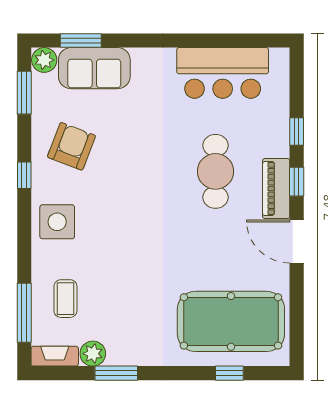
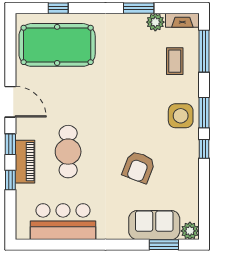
window: (24, 93) -> (204, 113), moved
armchair: (71, 146) -> (139, 167), moved
piano: (276, 188) -> (25, 162), moved

